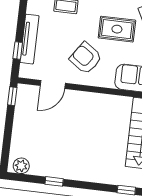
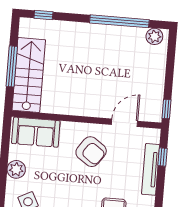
rug: (117, 29) -> (59, 183), removed
window: (54, 181) -> (119, 21), width x3.17

